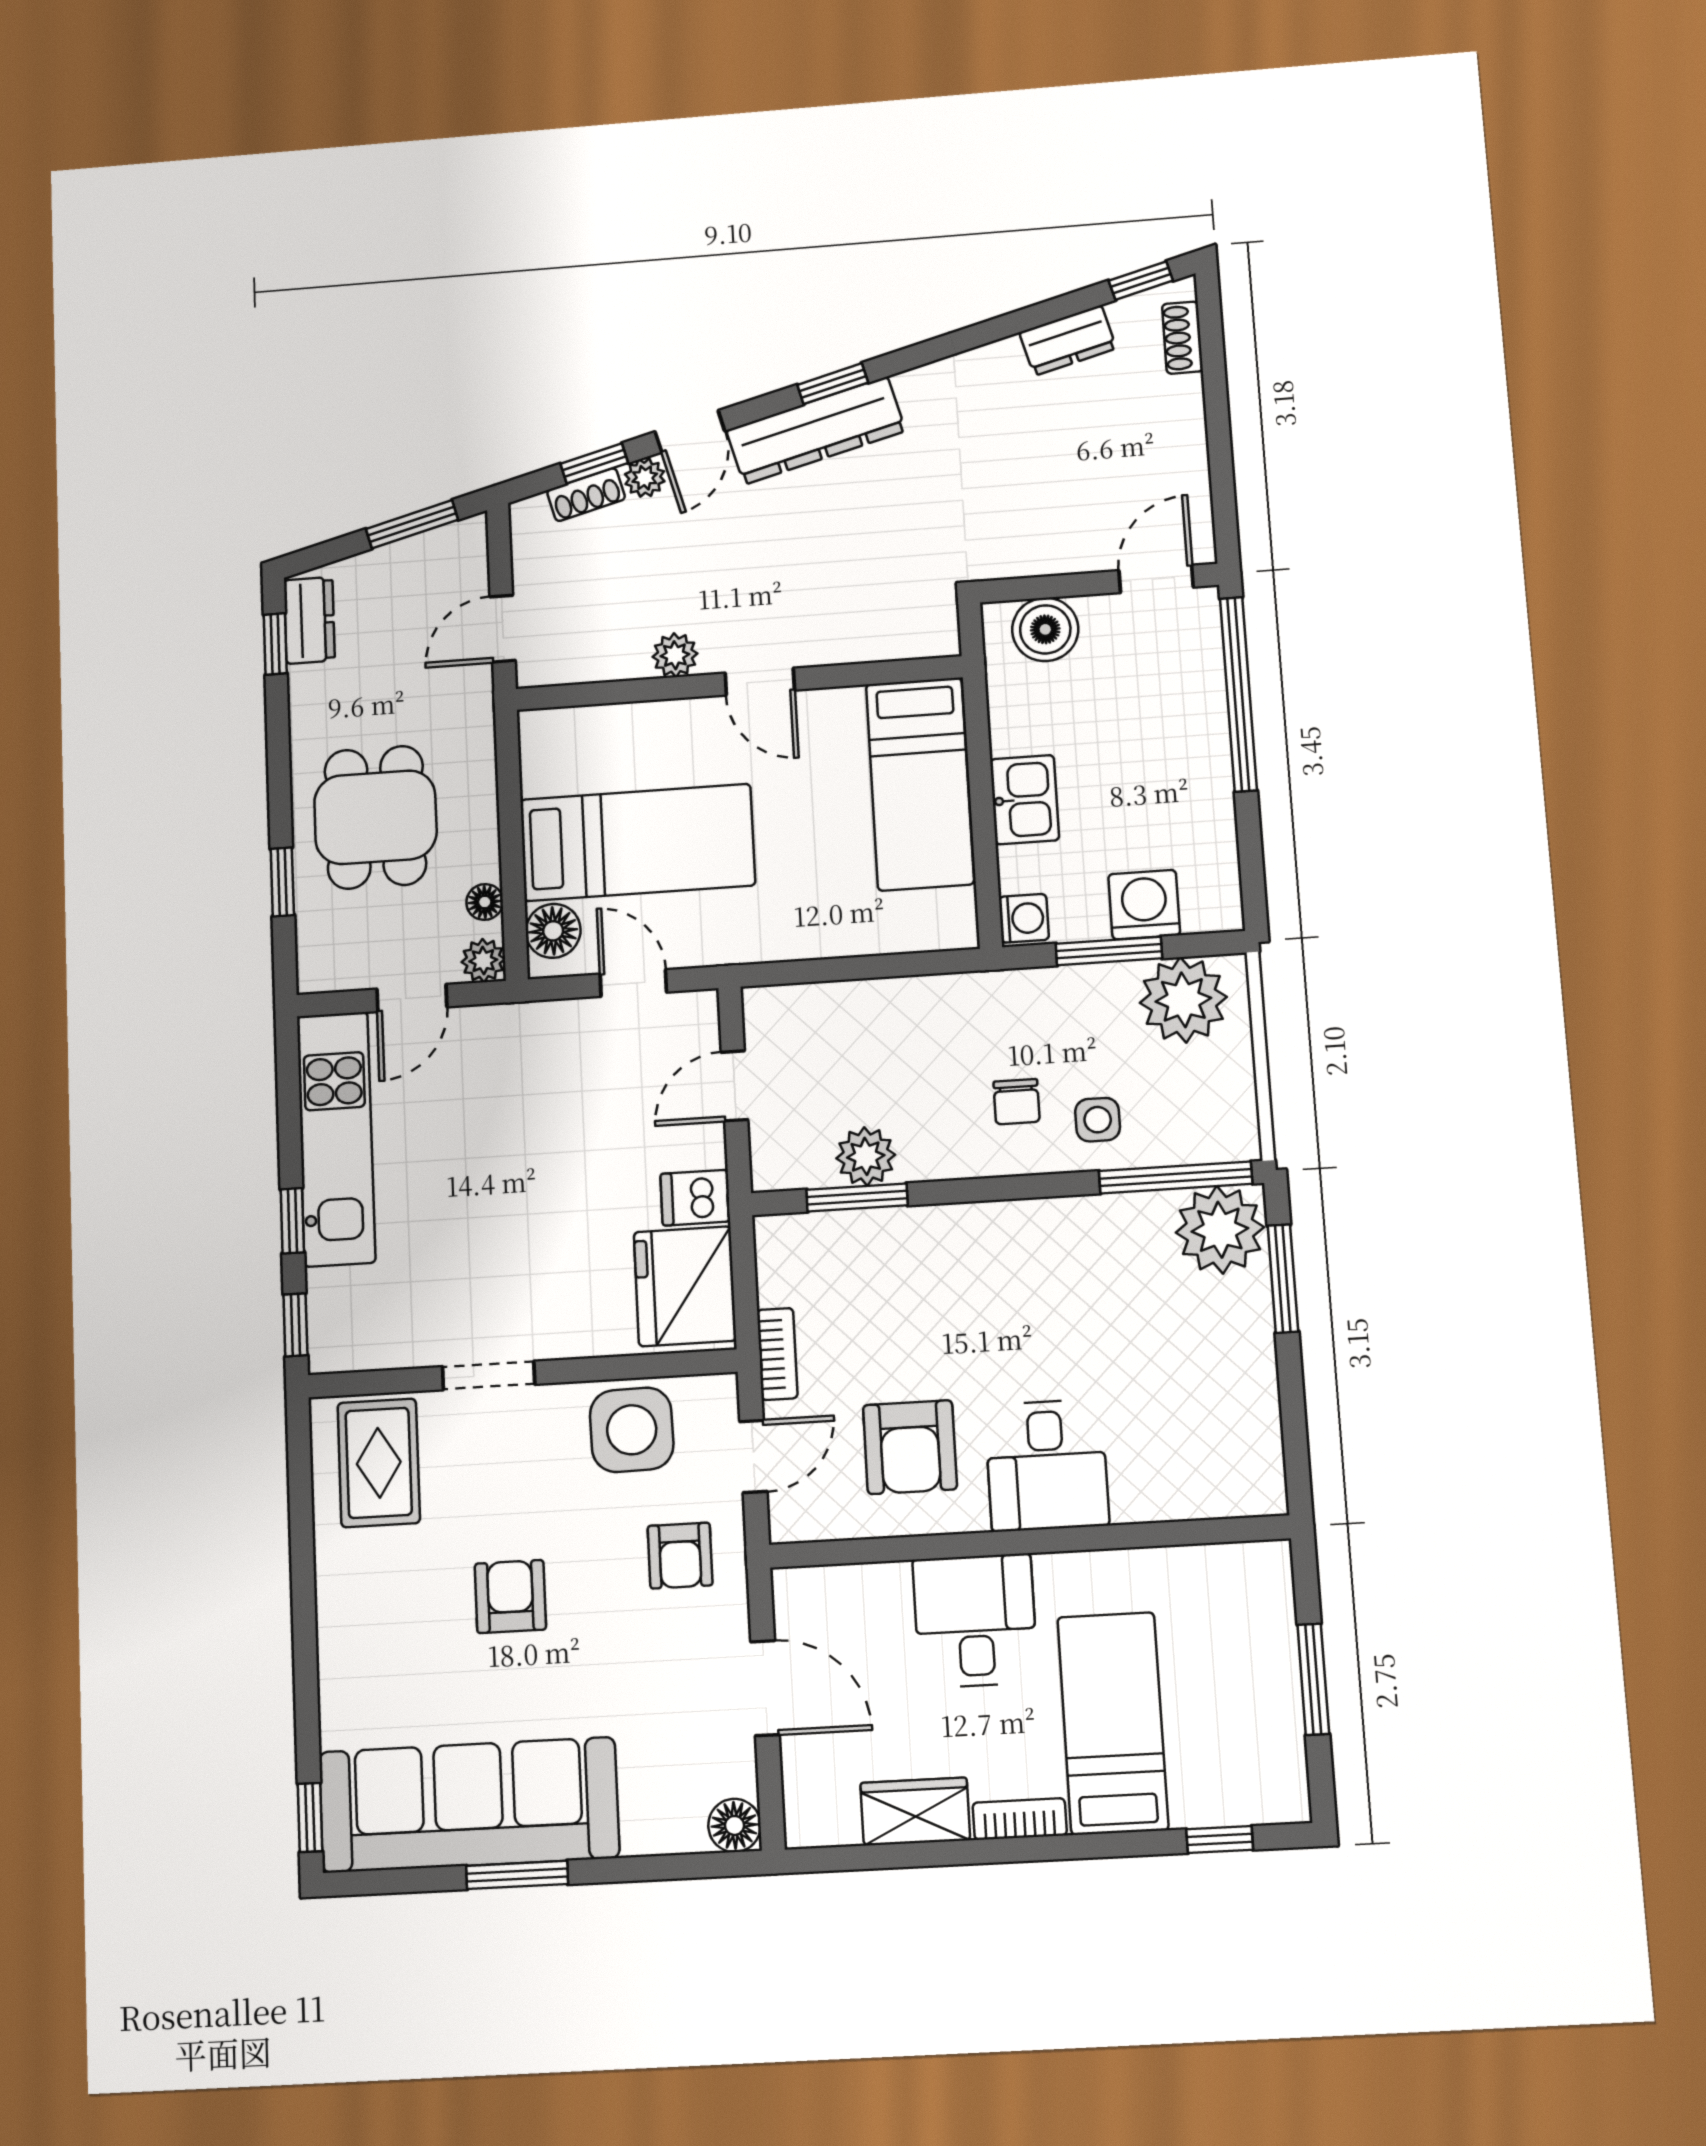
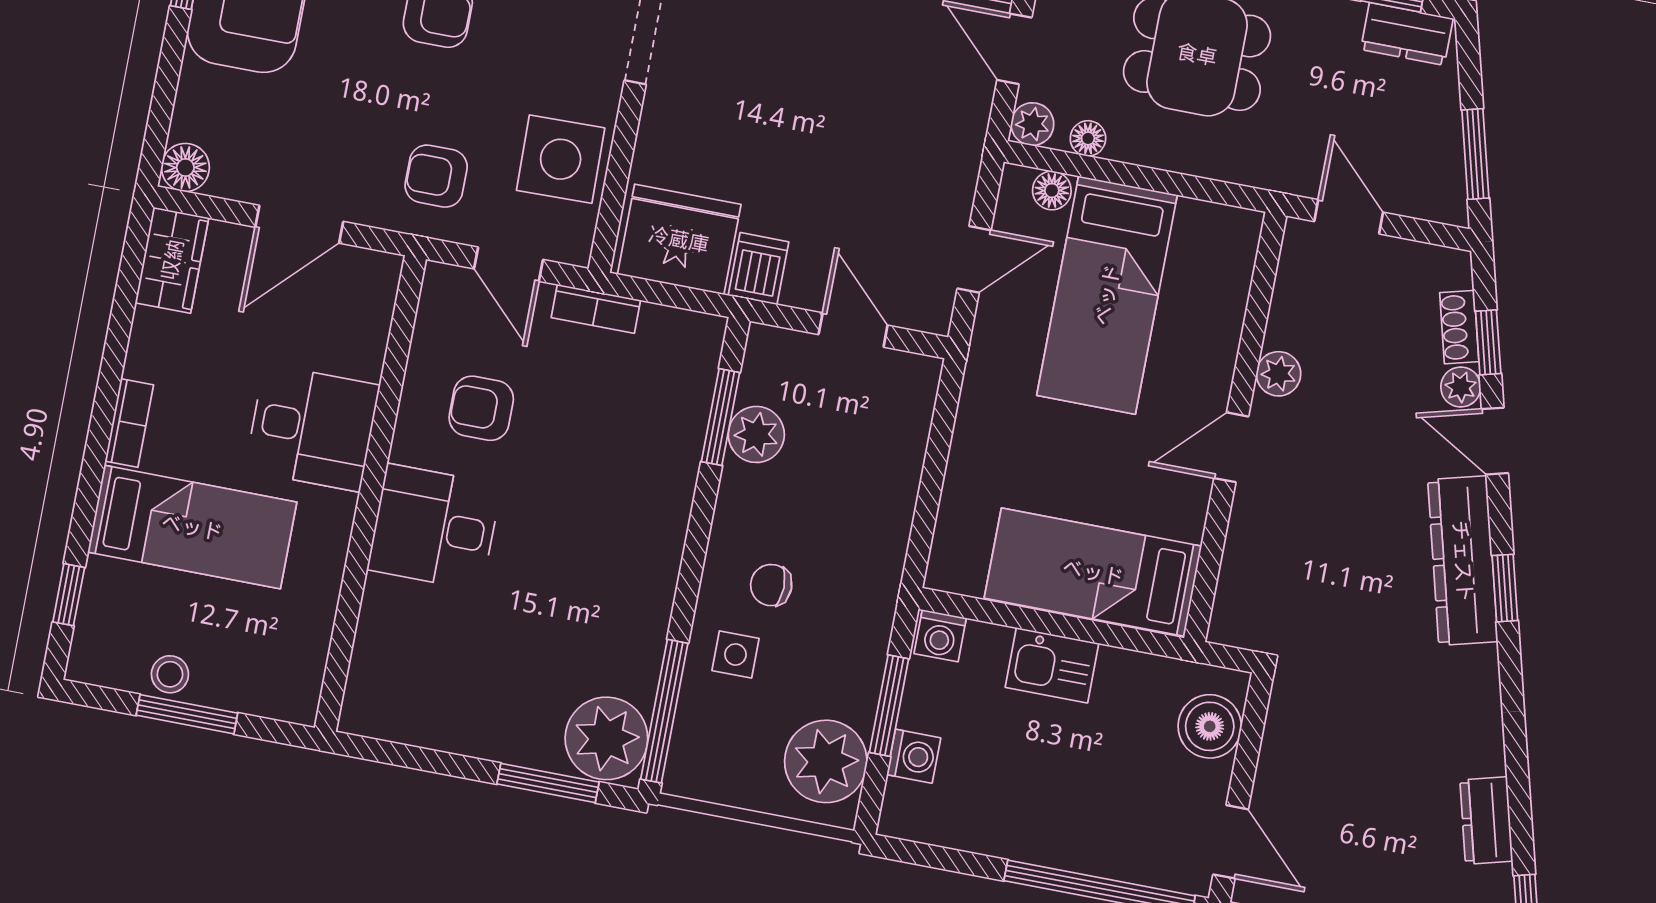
washing machine: (1144, 905) -> (914, 756), width x0.73, depth x0.73
floor lamp: (553, 931) -> (1052, 190), width x0.73, depth x0.73
armchair: (910, 1447) -> (481, 408), width x0.72, depth x0.72
stool: (1276, 1708) -> (170, 674), added
wardrobe: (915, 1811) -> (172, 260), moved

